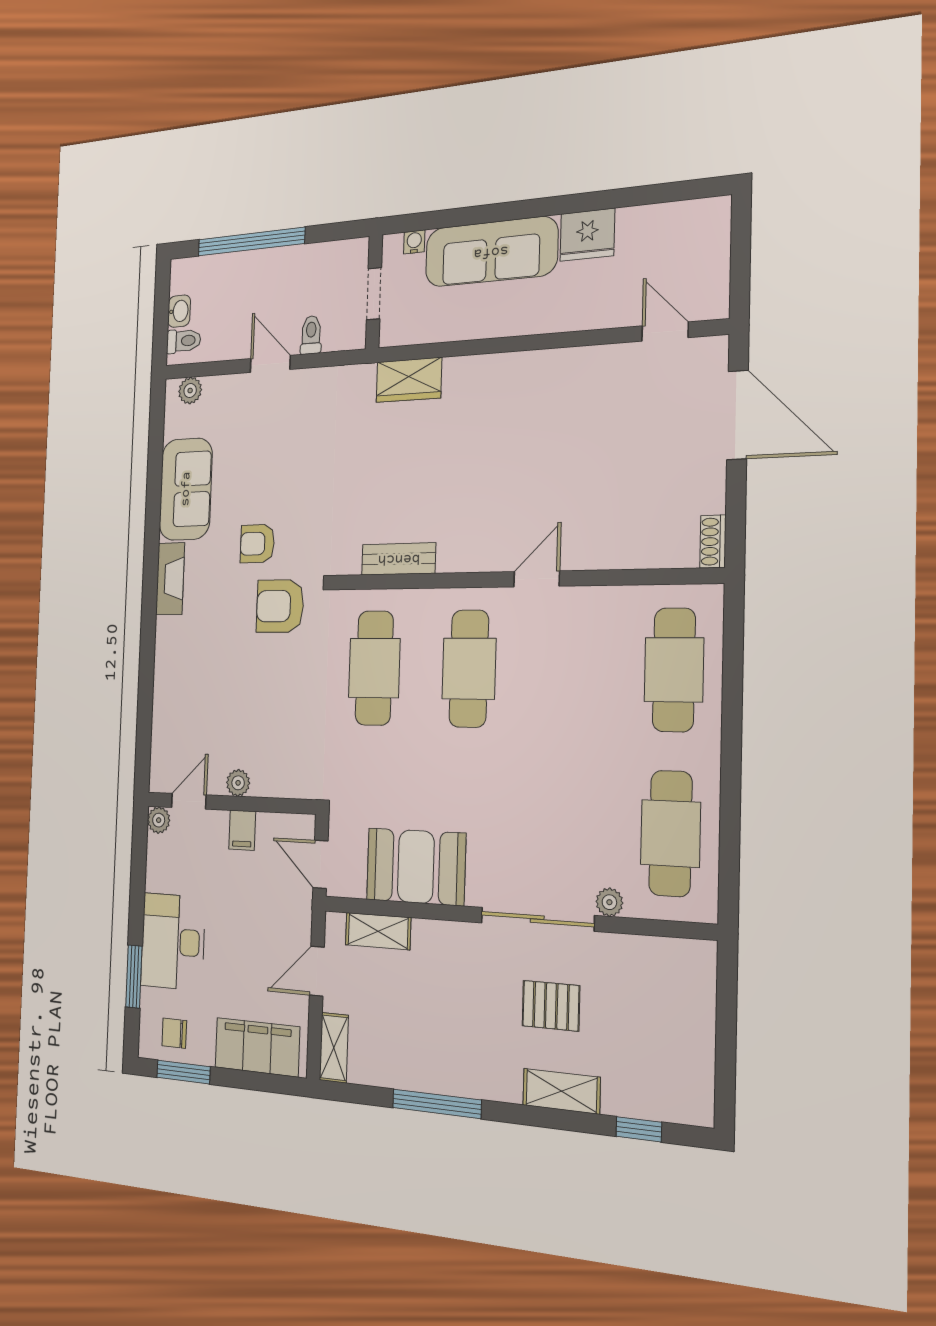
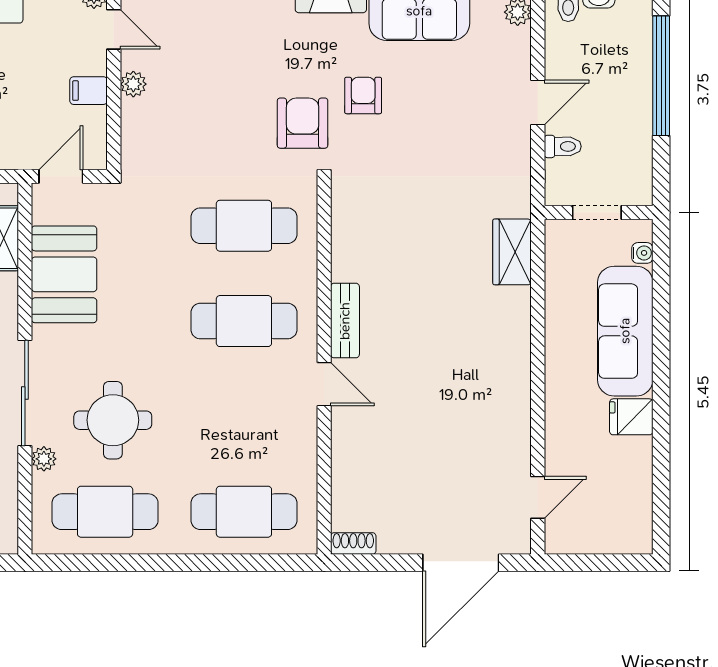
fridge: (587, 235) -> (631, 417), width x0.72
bench: (399, 559) -> (345, 321), moved
round table: (569, 820) -> (113, 420), added

